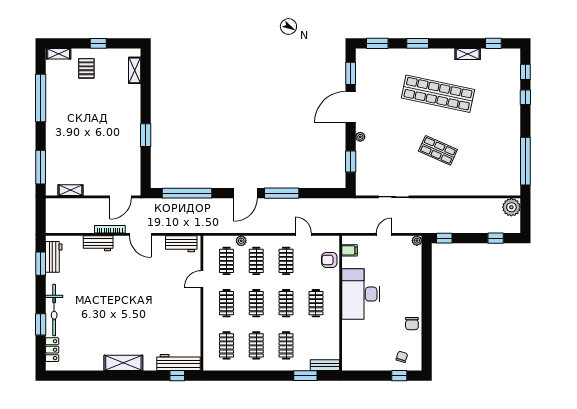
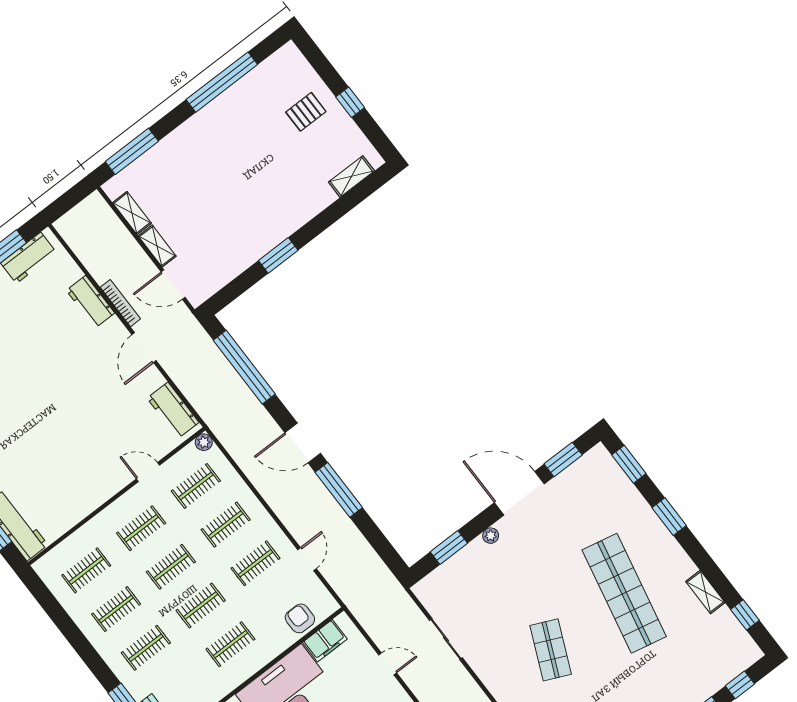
shelving: (59, 54) -> (157, 246), moved
plant: (241, 241) -> (204, 442), moved
filing cabinet: (349, 250) -> (325, 641), width x2.00

